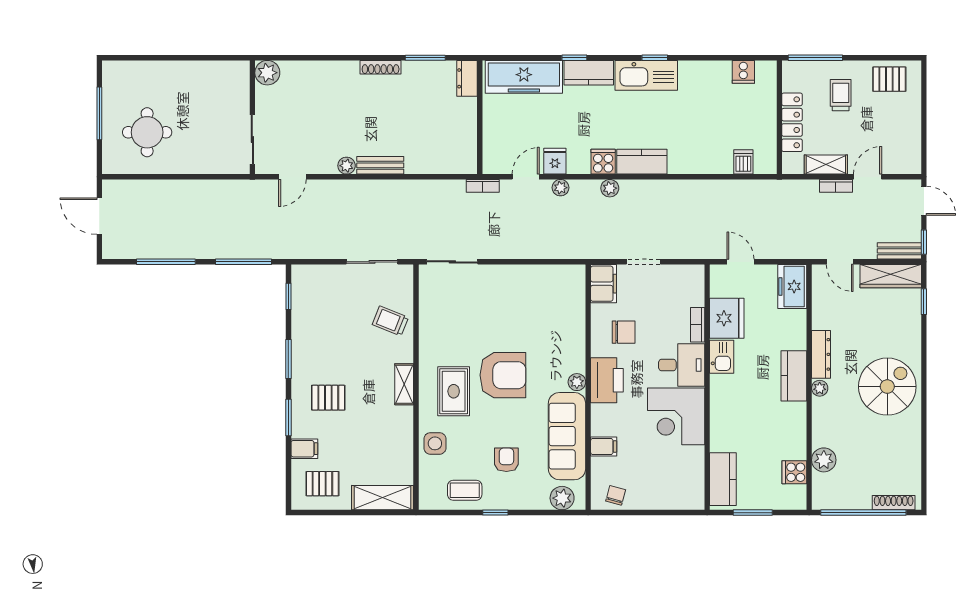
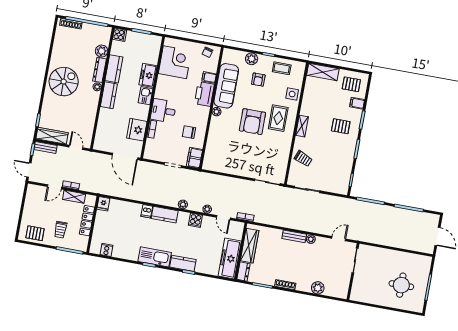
plant: (267, 73) -> (318, 288), moved
freezer: (524, 77) -> (230, 258), moved, turned -90
wardrobe: (464, 131) -> (250, 246), added
round table: (147, 132) -> (401, 285), moved
fridge: (555, 161) -> (103, 204), moved
cooker: (603, 162) -> (195, 220), moved
dishwasher: (743, 162) -> (147, 211), moved
door: (526, 177) -> (223, 218), hinge flipped
door: (740, 262) -> (125, 156), width x1.88
freezer: (792, 286) -> (148, 75), moved, turned 180
dresser: (821, 354) -> (100, 70), moved
kitchen sink: (722, 357) -> (146, 96), moved
armchair: (503, 375) -> (252, 122), turned -90
printer: (607, 380) -> (204, 94), moved
spiral stairs: (887, 387) -> (64, 82), turned 180
corner desk: (676, 416) -> (175, 62), moved
cooker: (794, 472) -> (120, 35), moved
kitchen counter: (723, 479) -> (114, 69), moved, turned 180
plant: (562, 498) -> (252, 59), moved

